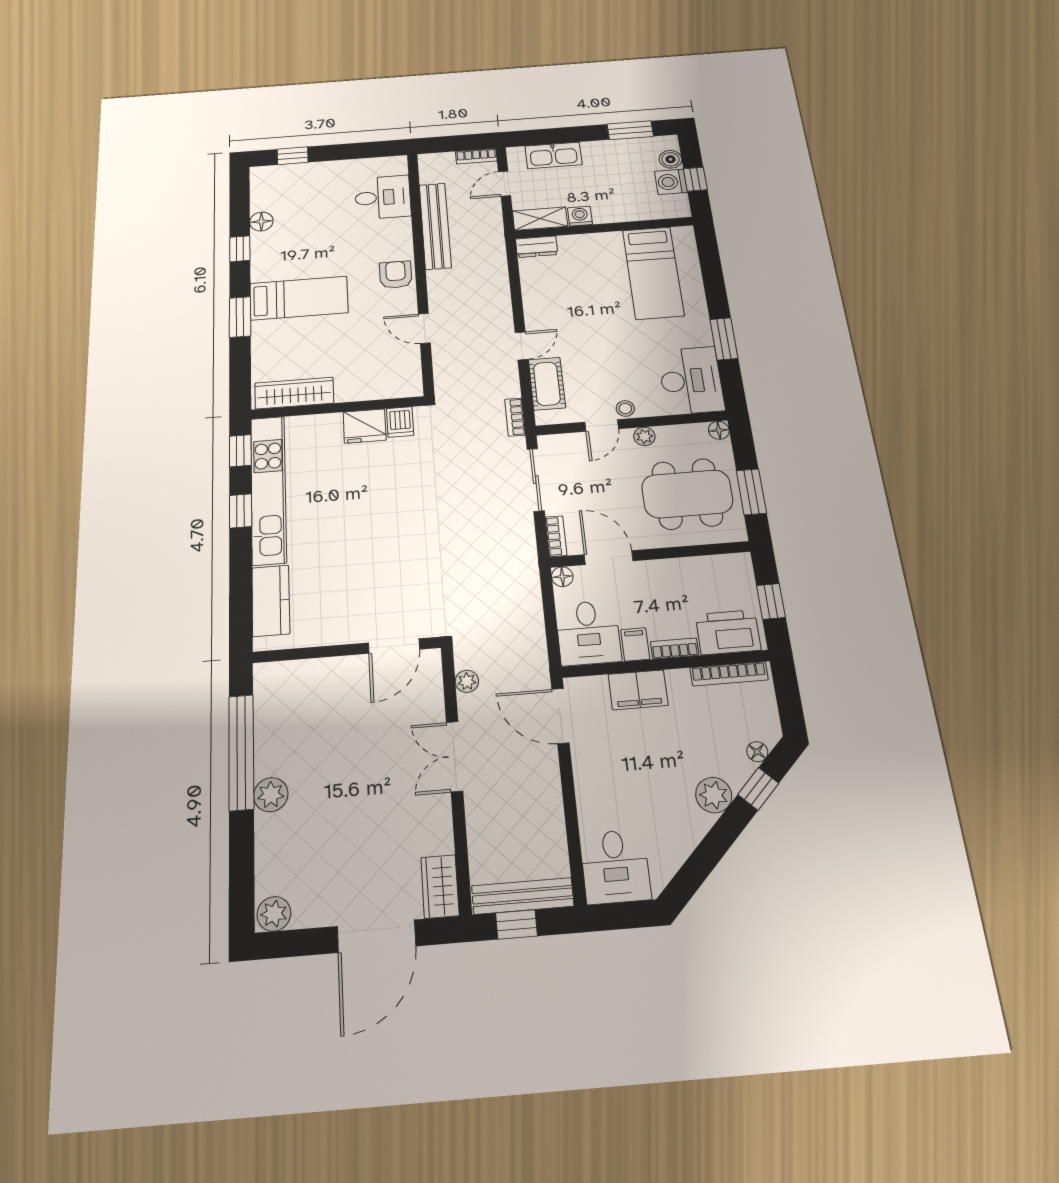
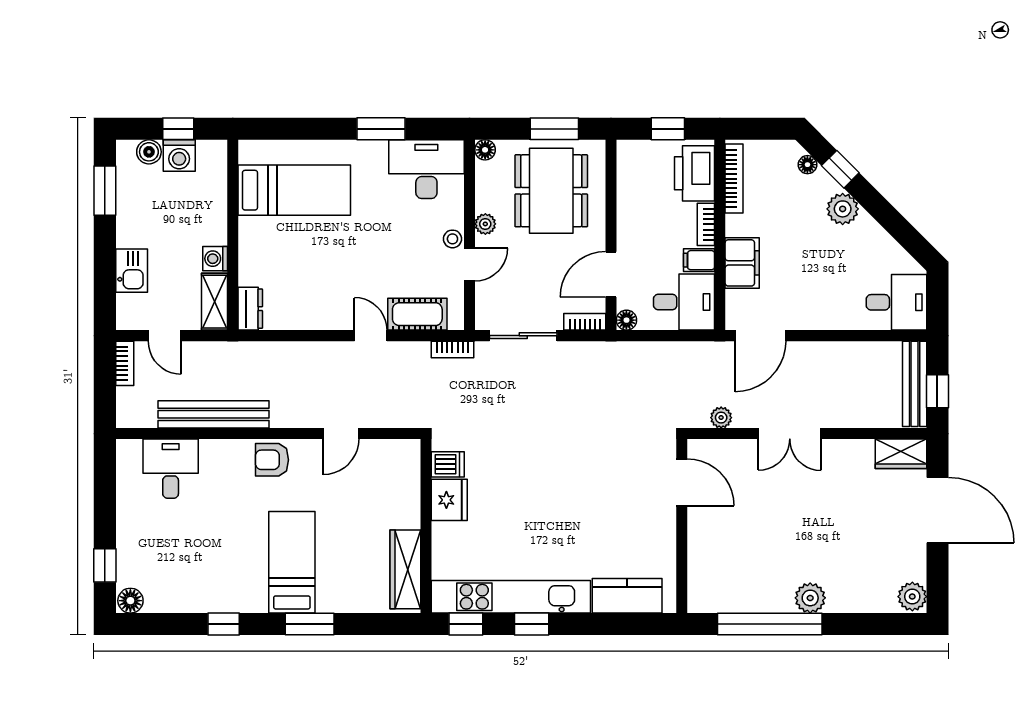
kitchen sink: (553, 155) -> (132, 271), width x0.73
floor lamp: (261, 222) -> (130, 601), moved
door: (602, 425) -> (469, 265), hinge flipped

